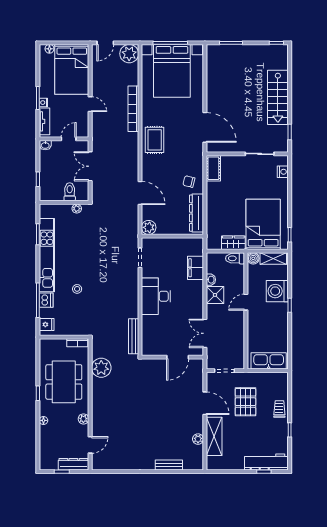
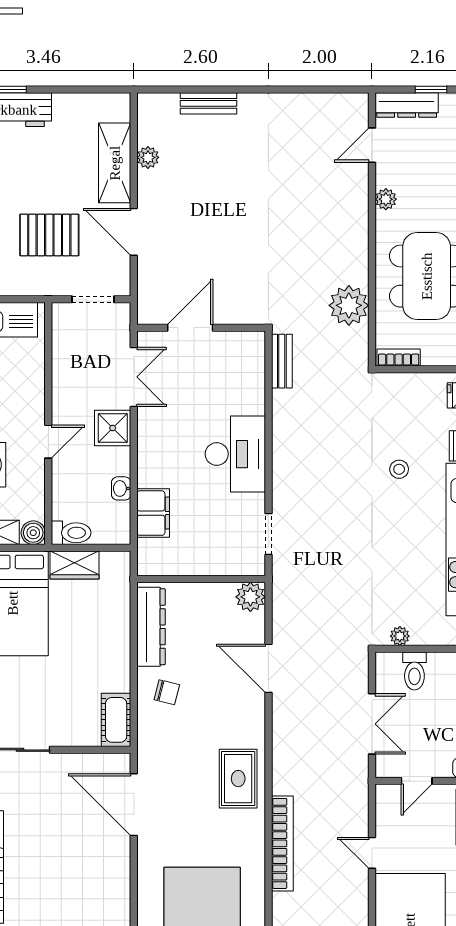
shower: (215, 295) -> (113, 428), moved
bench: (134, 336) -> (282, 361), width x0.73
pallet: (245, 402) -> (49, 235), turned 90

